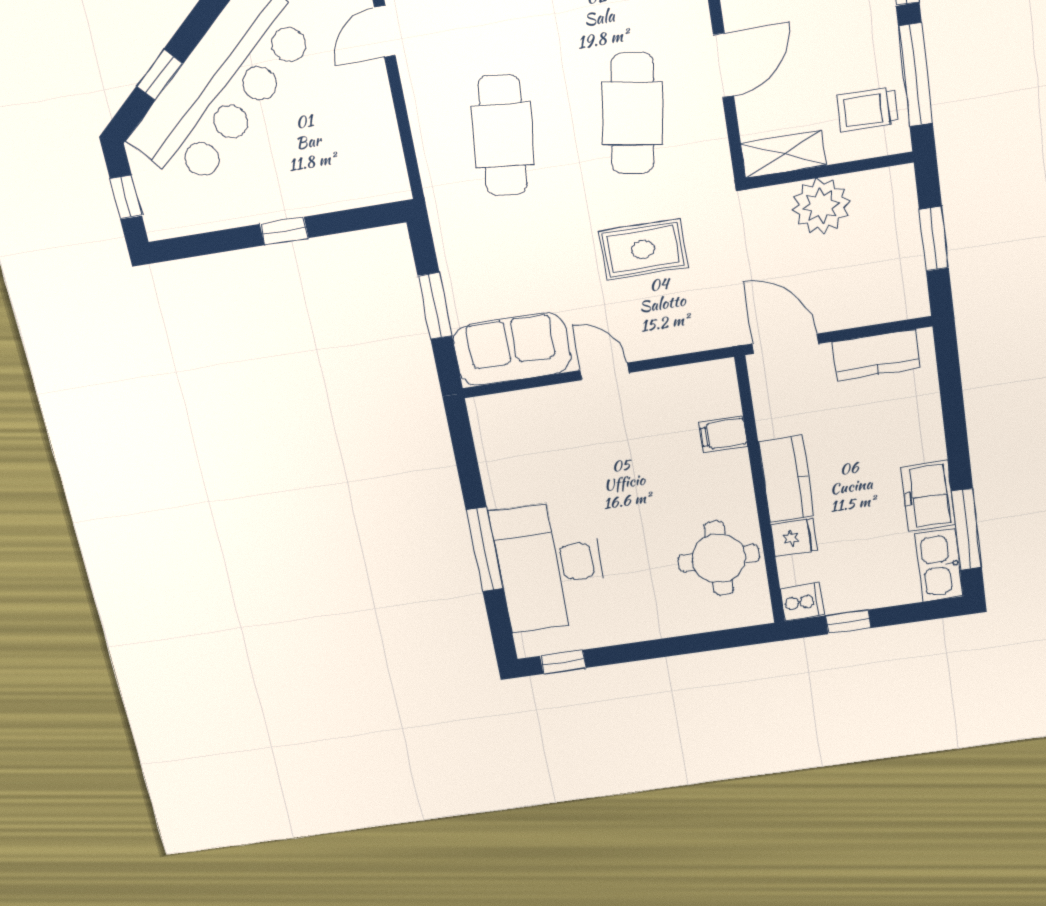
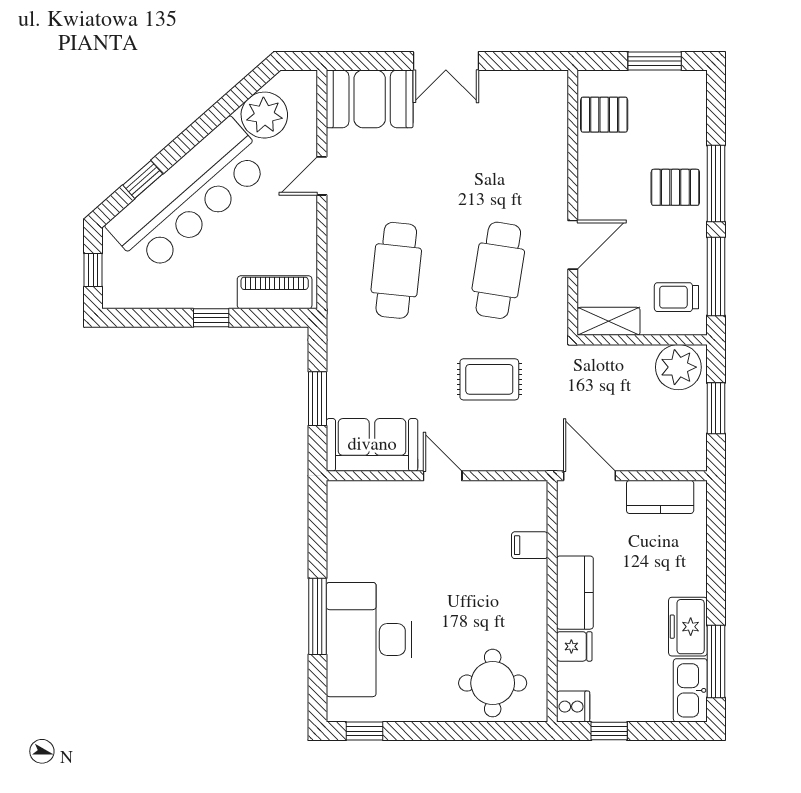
piano: (356, 187) -> (275, 292), added
plant: (821, 206) -> (678, 367), moved
round table: (719, 558) -> (493, 683), moved

